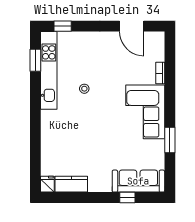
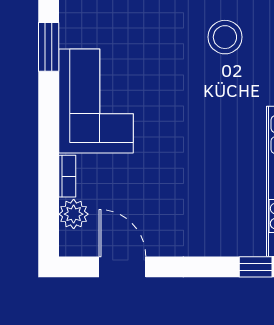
plant: (157, 53) -> (74, 214), added
stool: (84, 89) -> (225, 37), moved, width x1.89, depth x1.89

